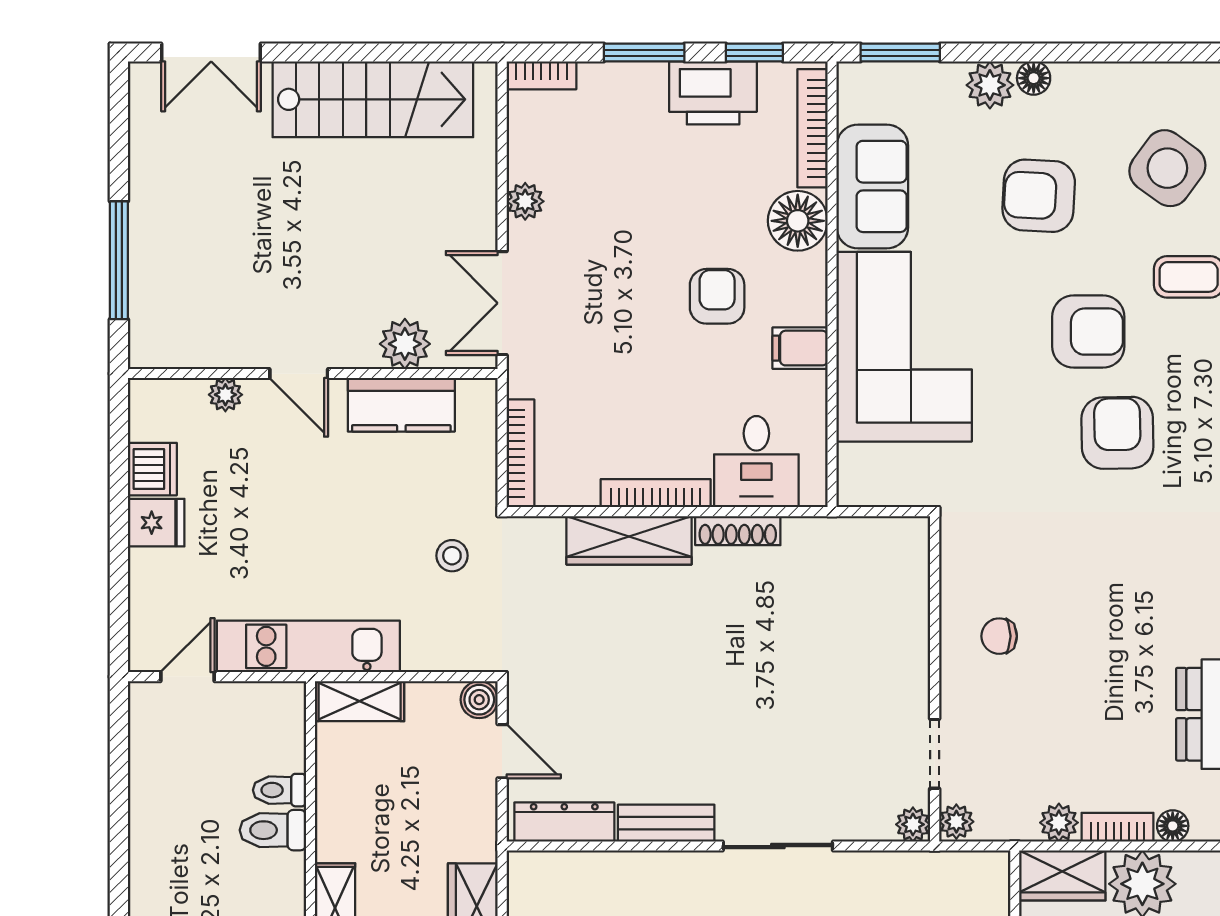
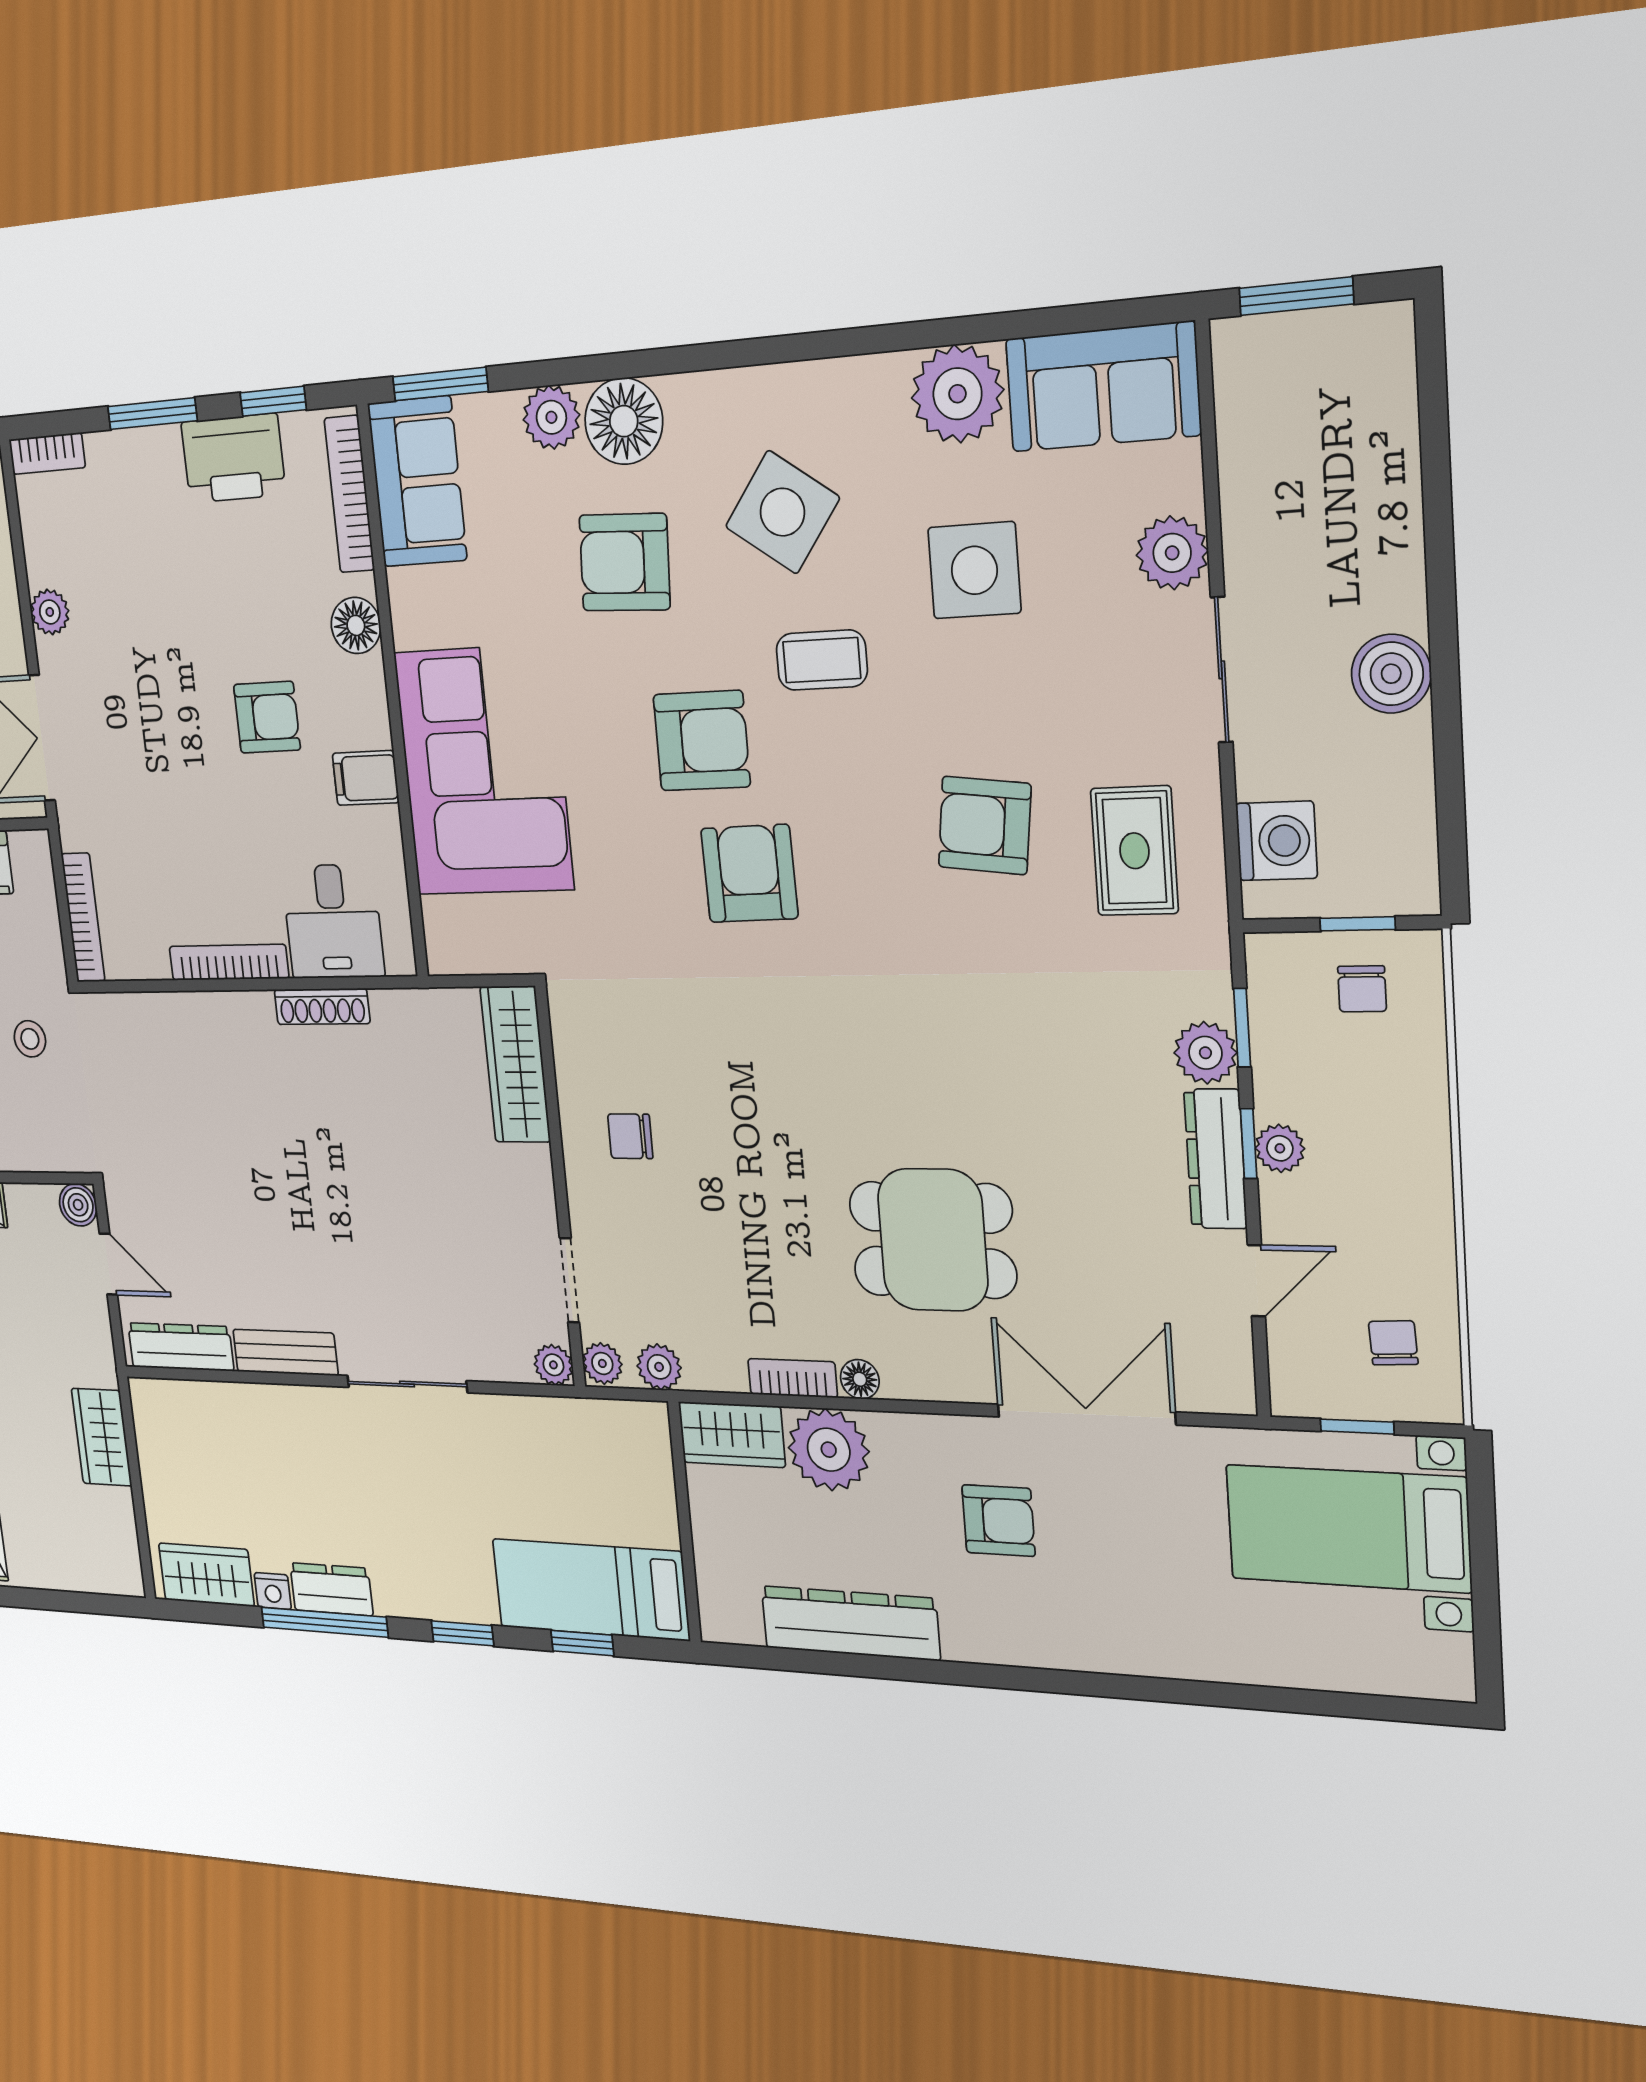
floor lamp: (1034, 78) -> (624, 421), width x1.89, depth x1.89
sofa: (872, 186) -> (417, 482), moved
floor lamp: (798, 221) -> (356, 625), width x0.73, depth x0.73
armchair: (717, 296) -> (267, 717), turned 90
wardrobe: (629, 540) -> (515, 1064), moved, turned 90
plant: (1059, 823) -> (659, 1367), moved

